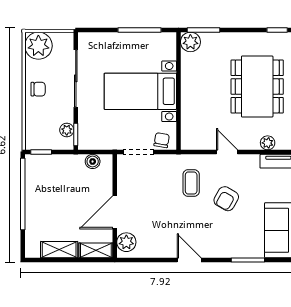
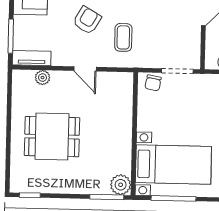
dining table: (257, 87) -> (52, 137), width x0.73
bed with nightstands: (140, 91) -> (173, 164), moved

